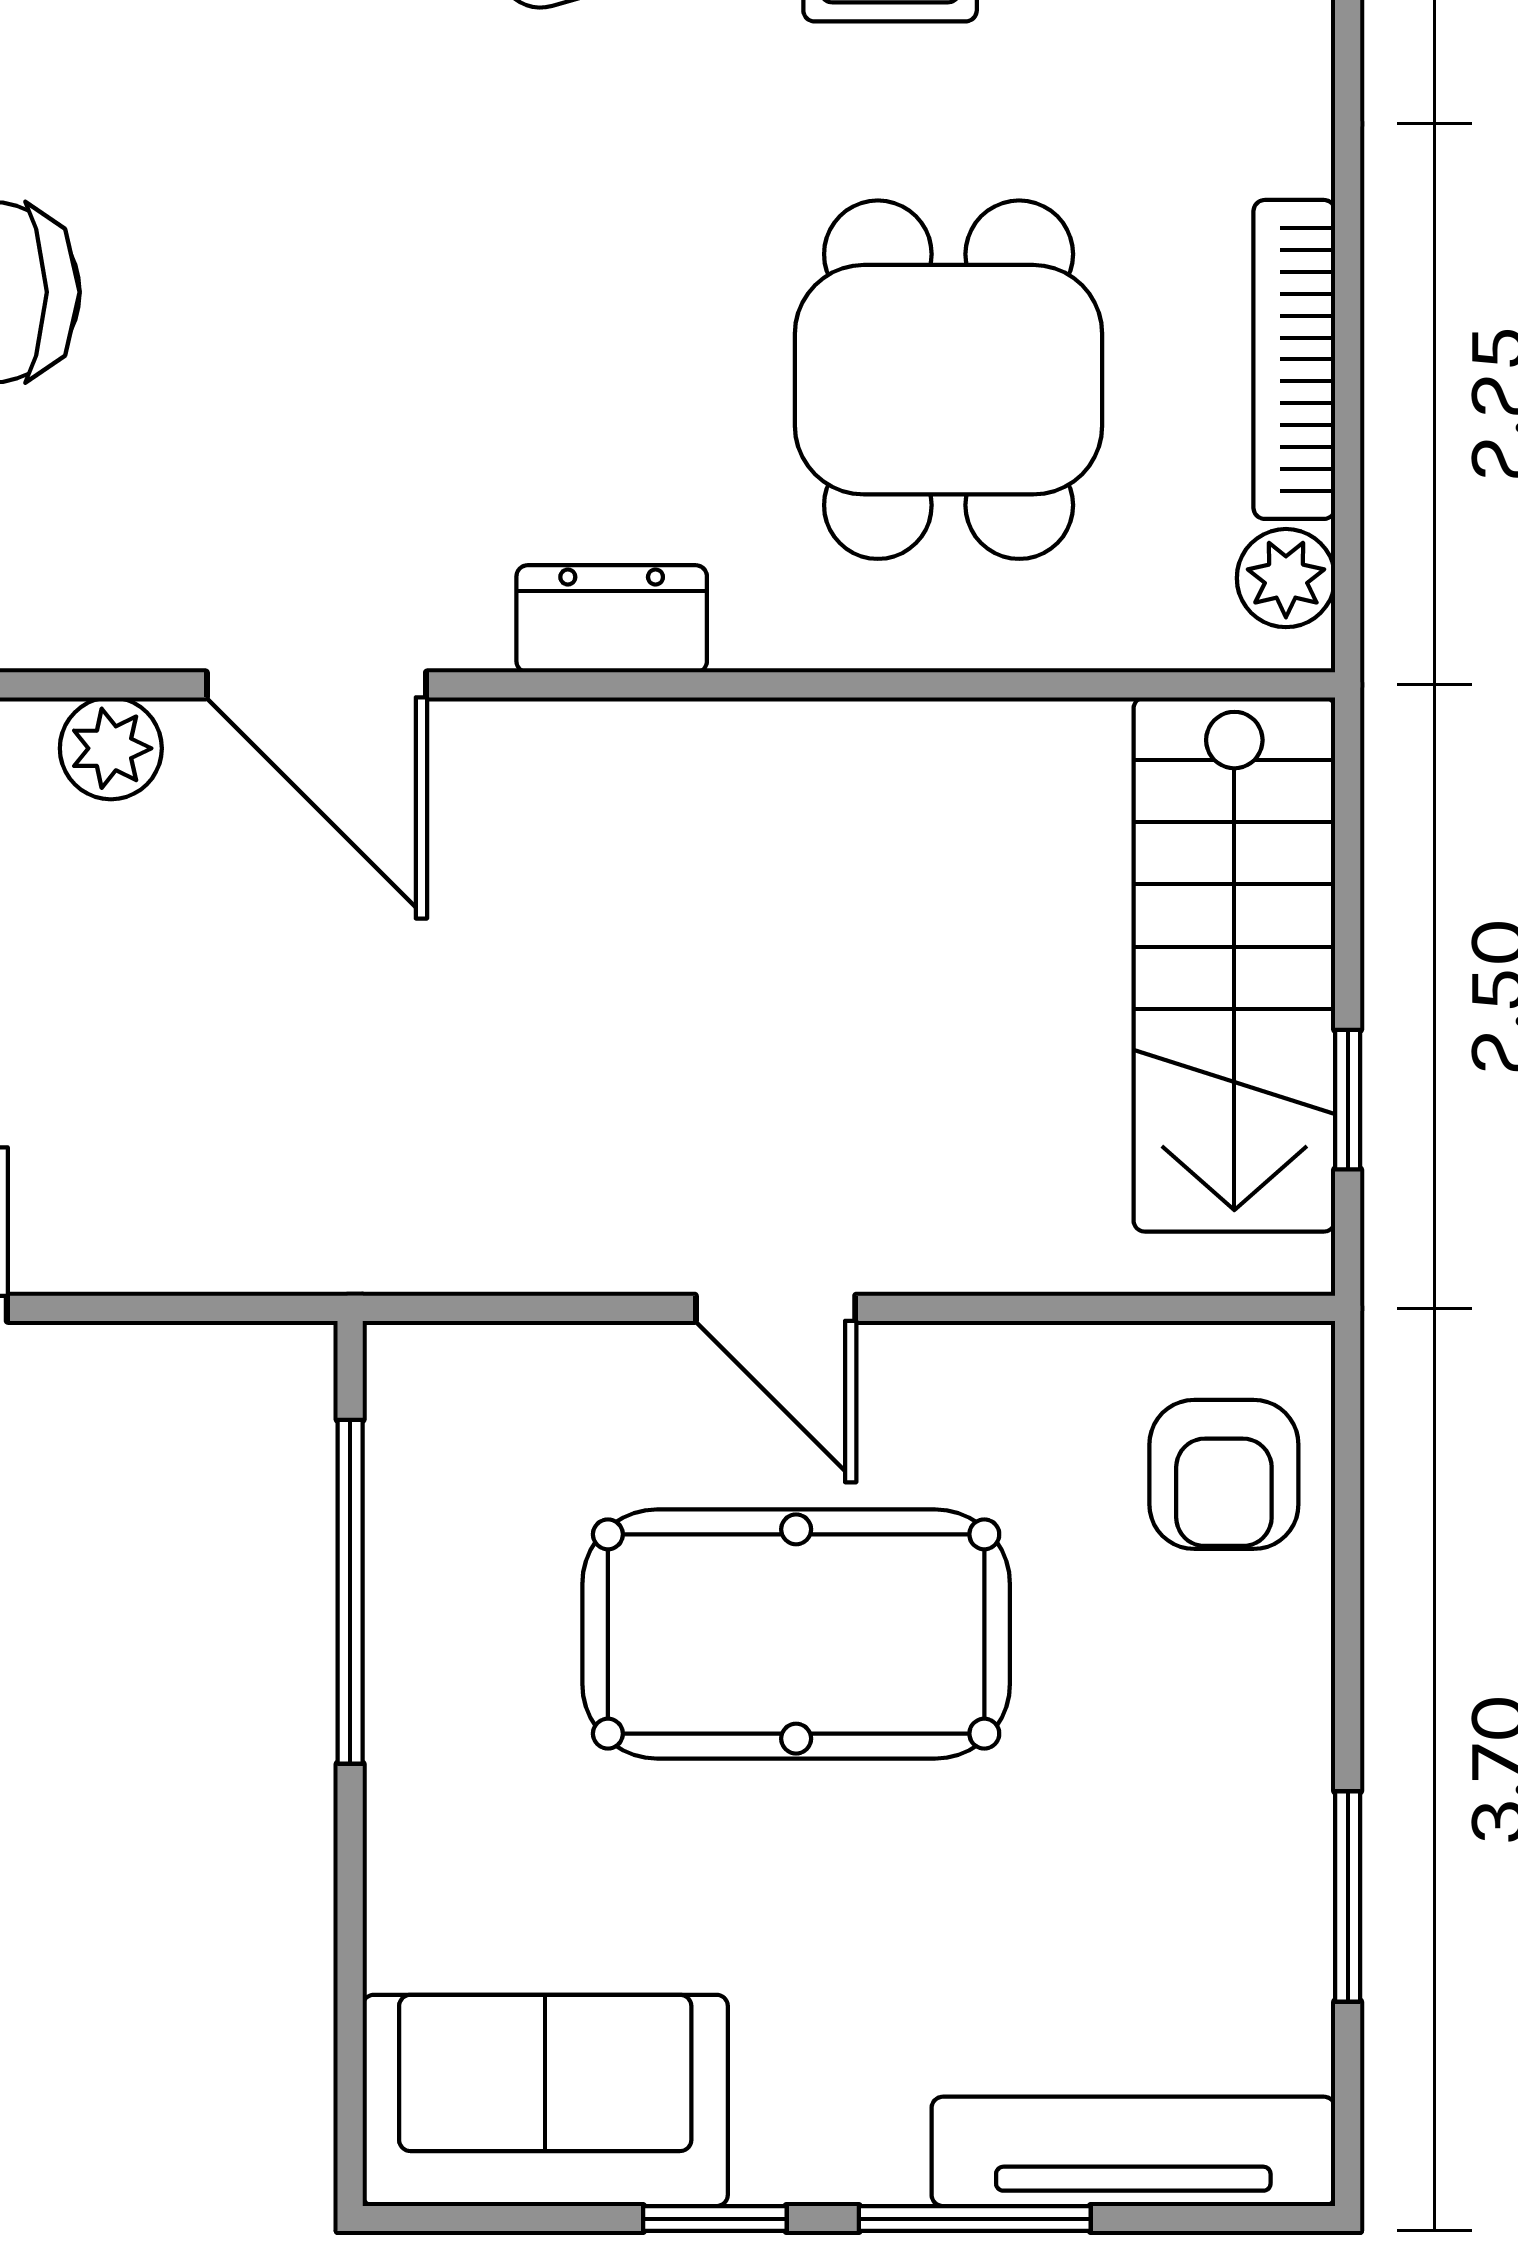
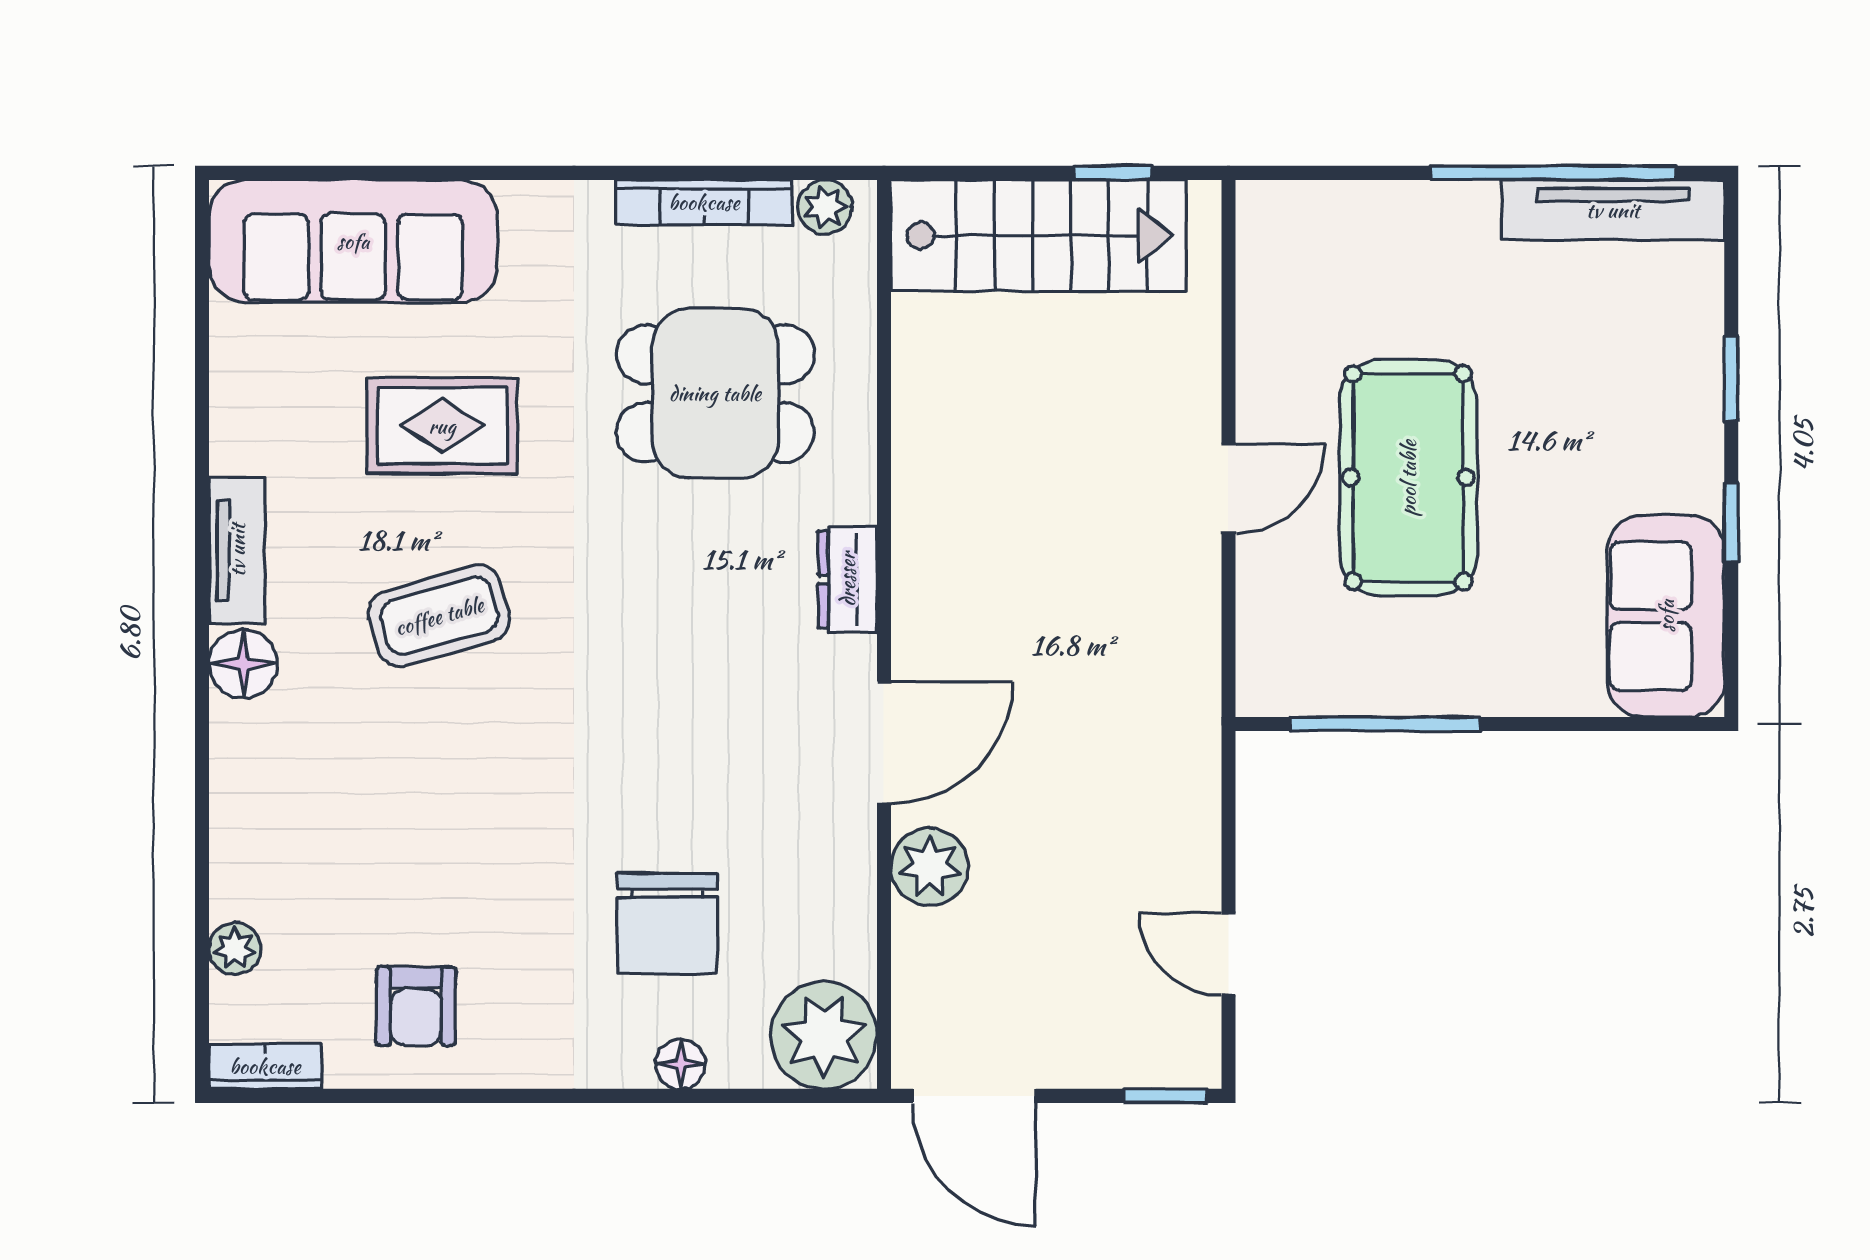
plant: (111, 748) -> (930, 867), width x1.38, depth x1.38
armchair: (1224, 1474) -> (1320, 241), removed
window: (1348, 1896) -> (1553, 173), width x2.11
tv unit: (1133, 2151) -> (1613, 210), moved, turned -90
window: (975, 2219) -> (1731, 379), width x0.67

